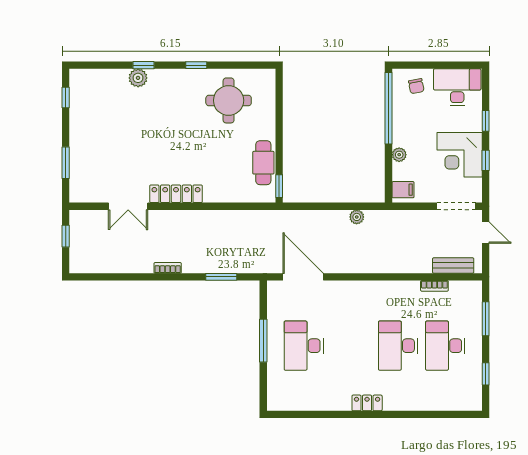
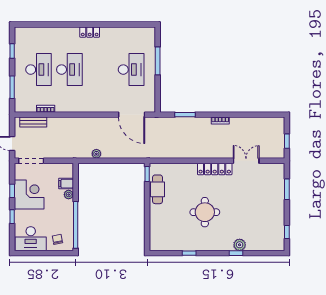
window: (196, 65) -> (189, 253), moved
round table: (229, 100) -> (205, 212), moved
filing cabinet: (403, 190) -> (66, 184), moved
window: (263, 341) -> (158, 61), moved

